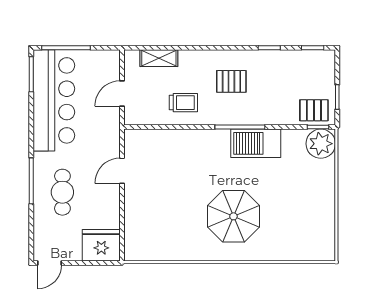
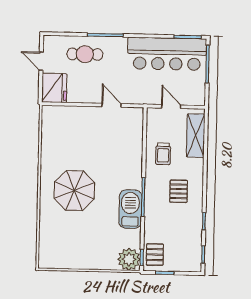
shelving: (159, 58) -> (196, 136), width x1.50, depth x1.33
cafe table: (62, 192) -> (85, 54), moved
door: (50, 263) -> (41, 61), moved

